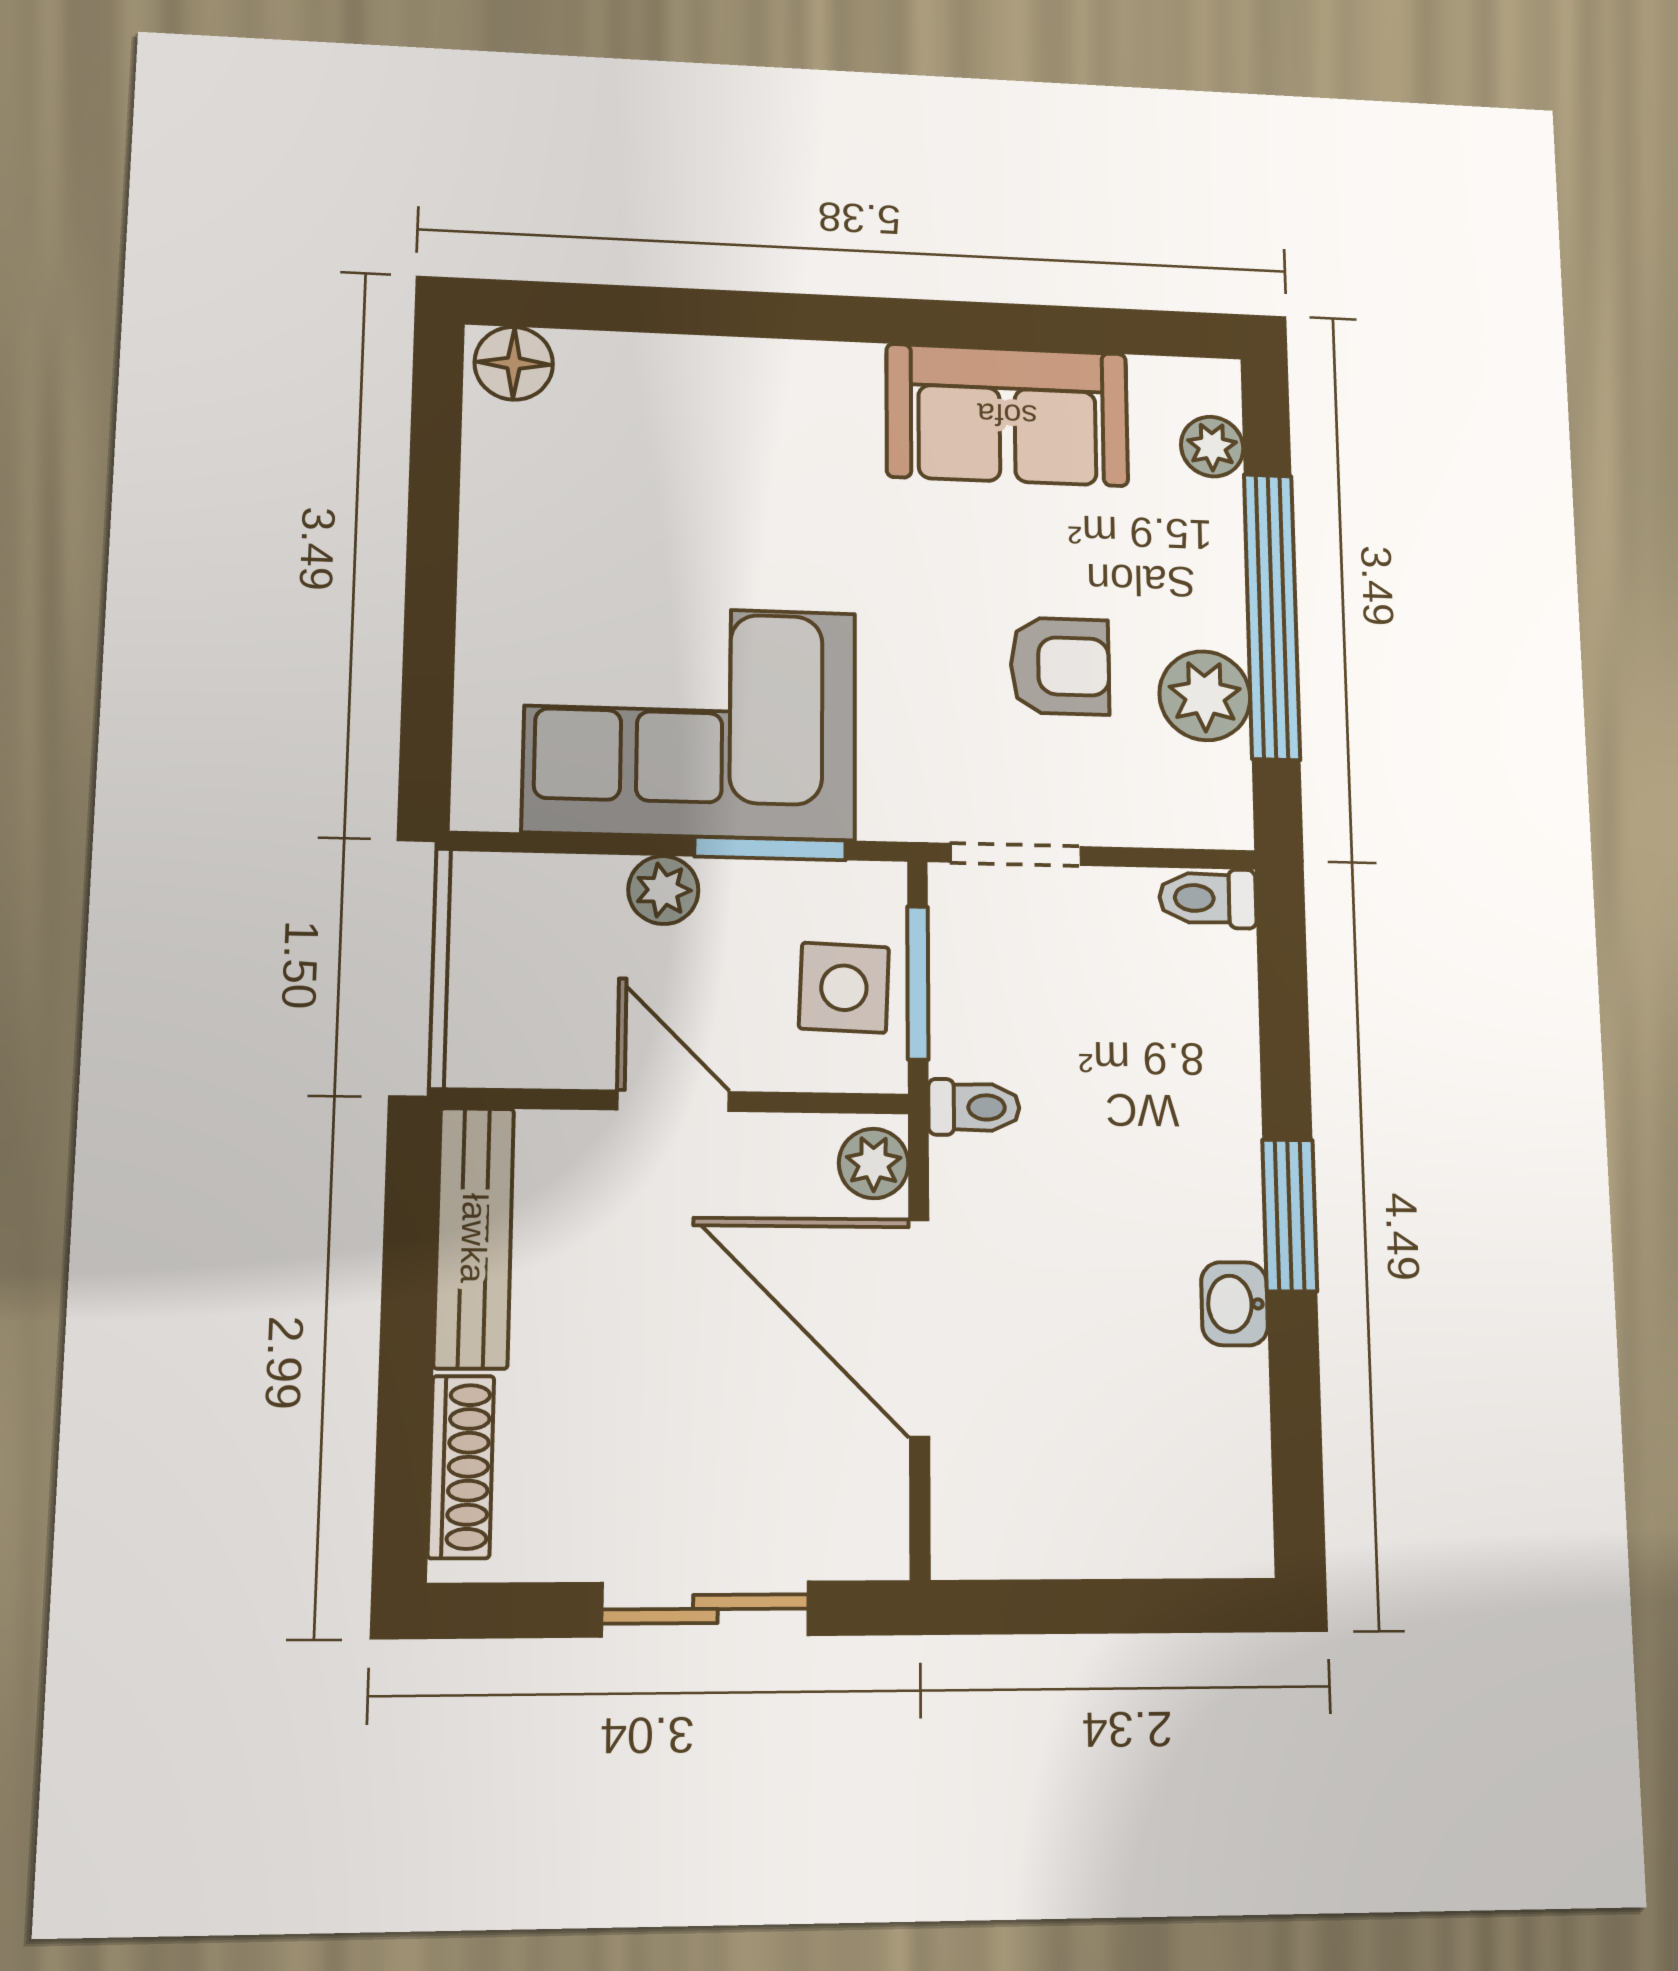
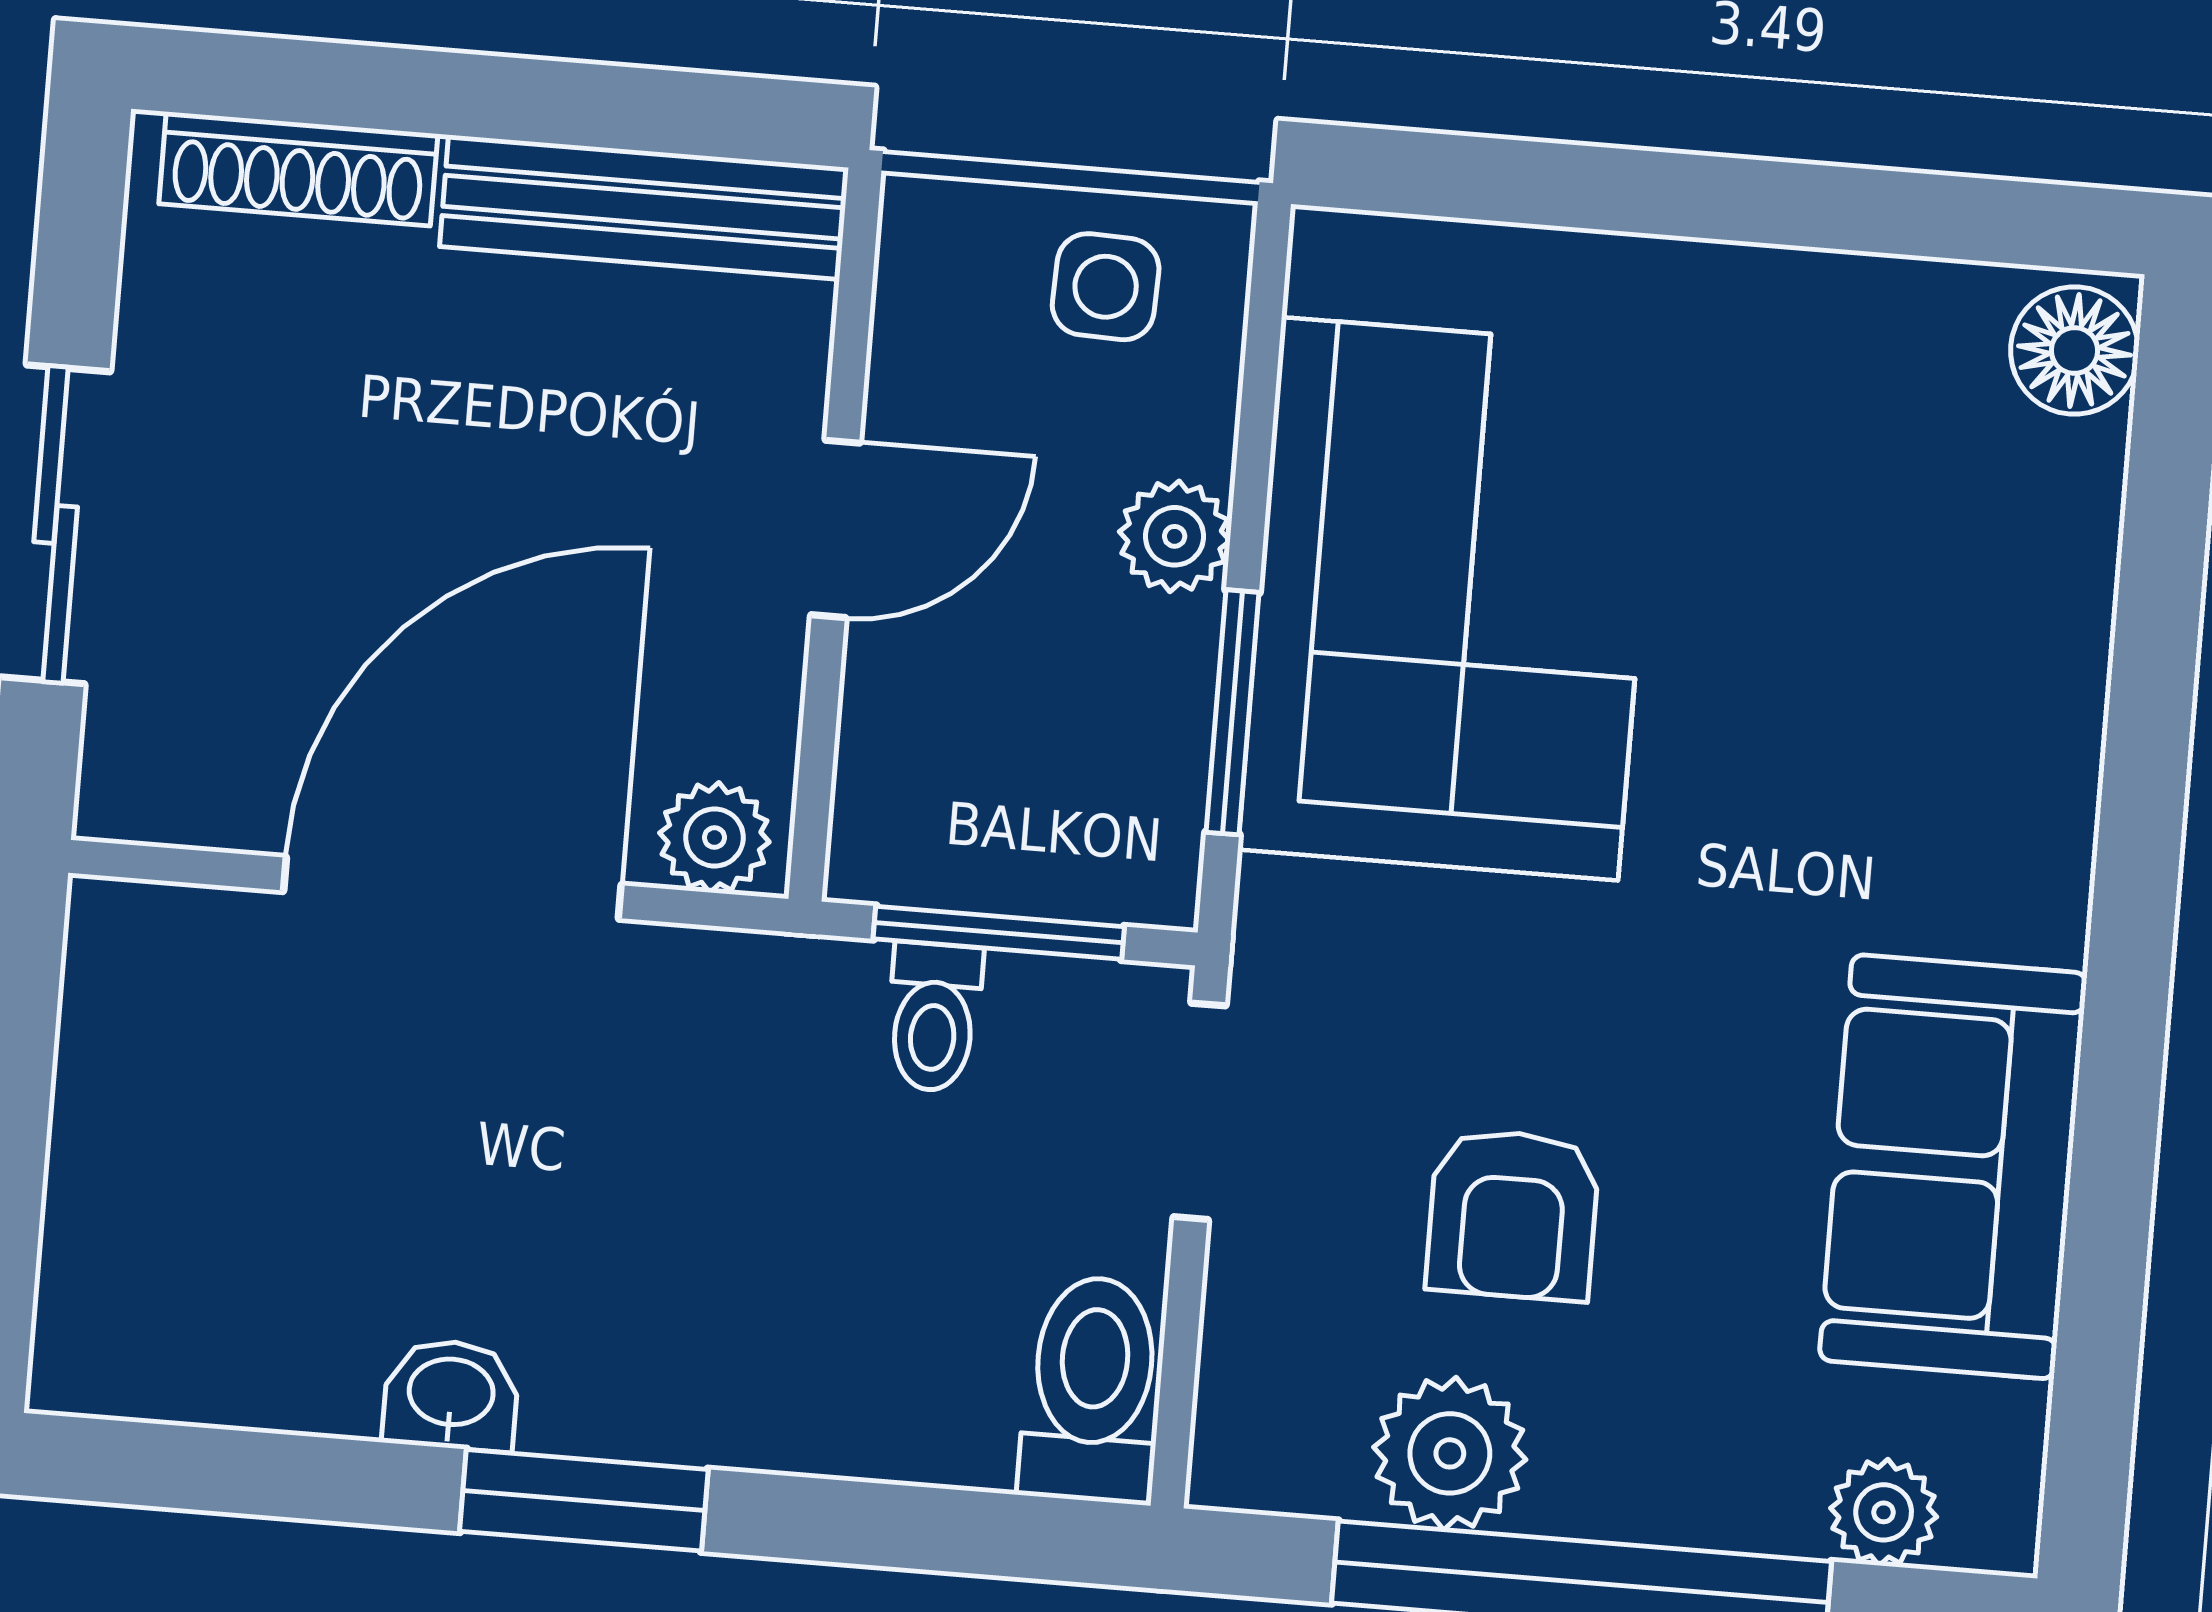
toilet: (1208, 898) -> (1092, 1389), width x1.37, depth x1.39
side table: (844, 988) -> (1106, 287), moved, width x0.73, depth x0.73
toilet: (974, 1107) -> (934, 1017), moved

